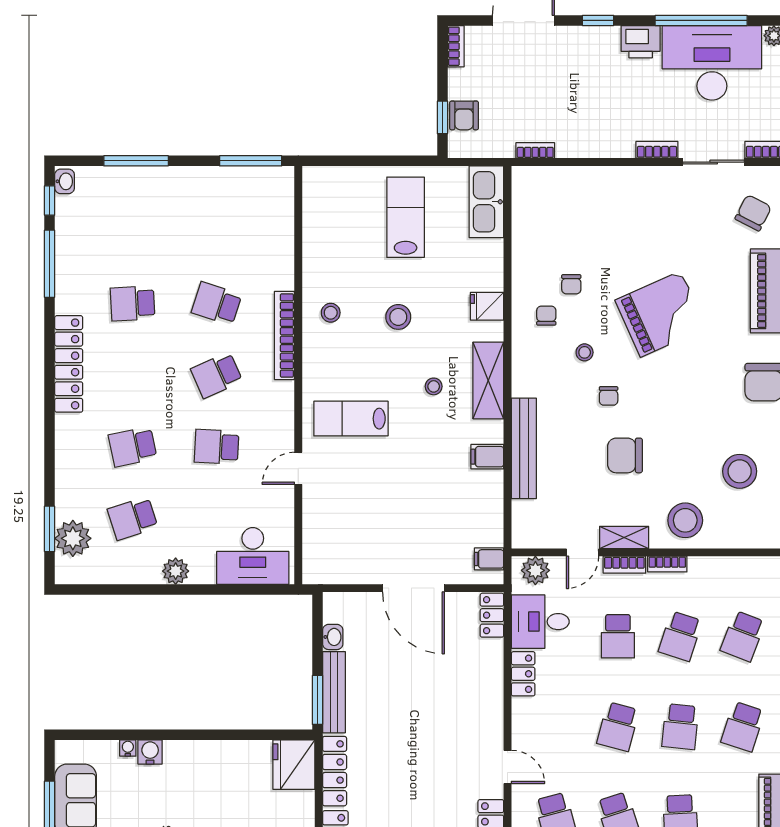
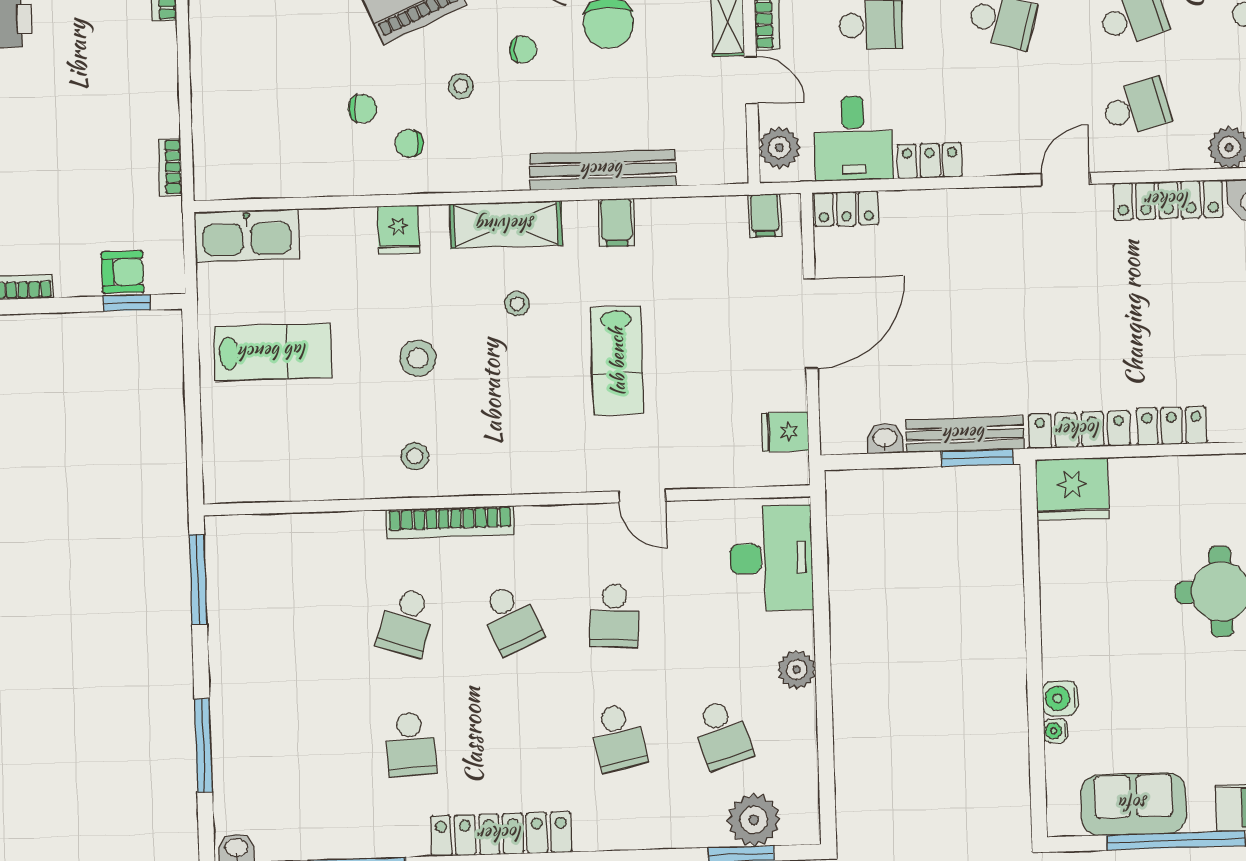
lab bench: (406, 217) -> (273, 352), turned 180
lab bench: (351, 419) -> (617, 361), moved
fridge: (340, 568) -> (785, 432), added

